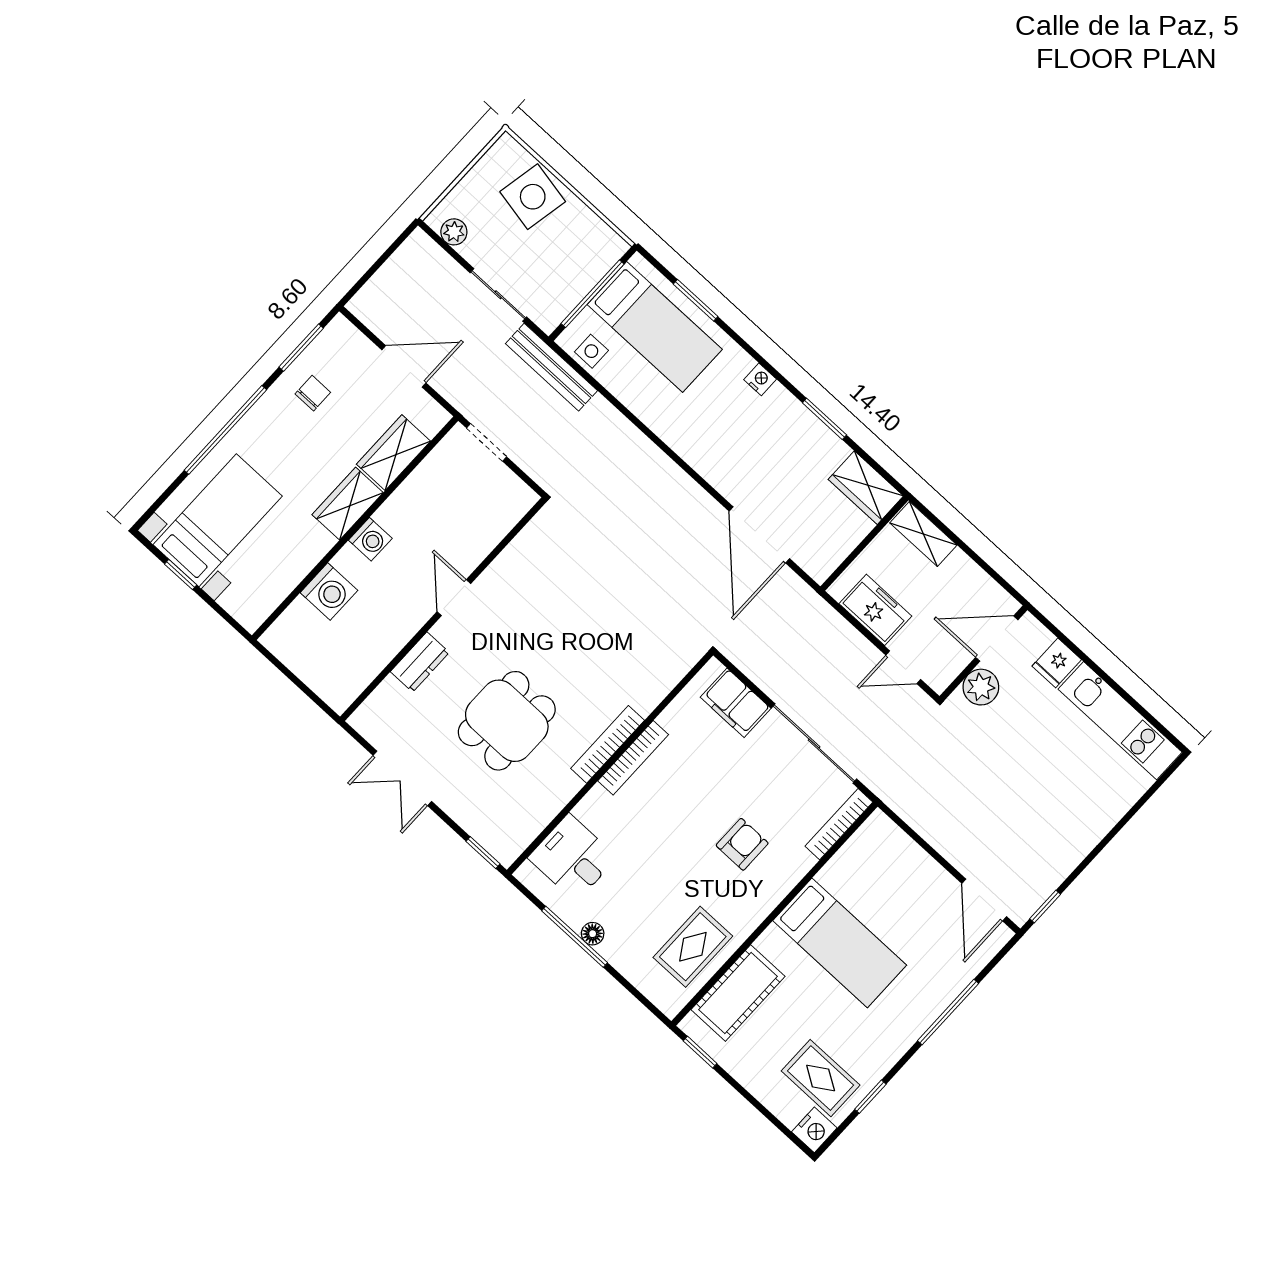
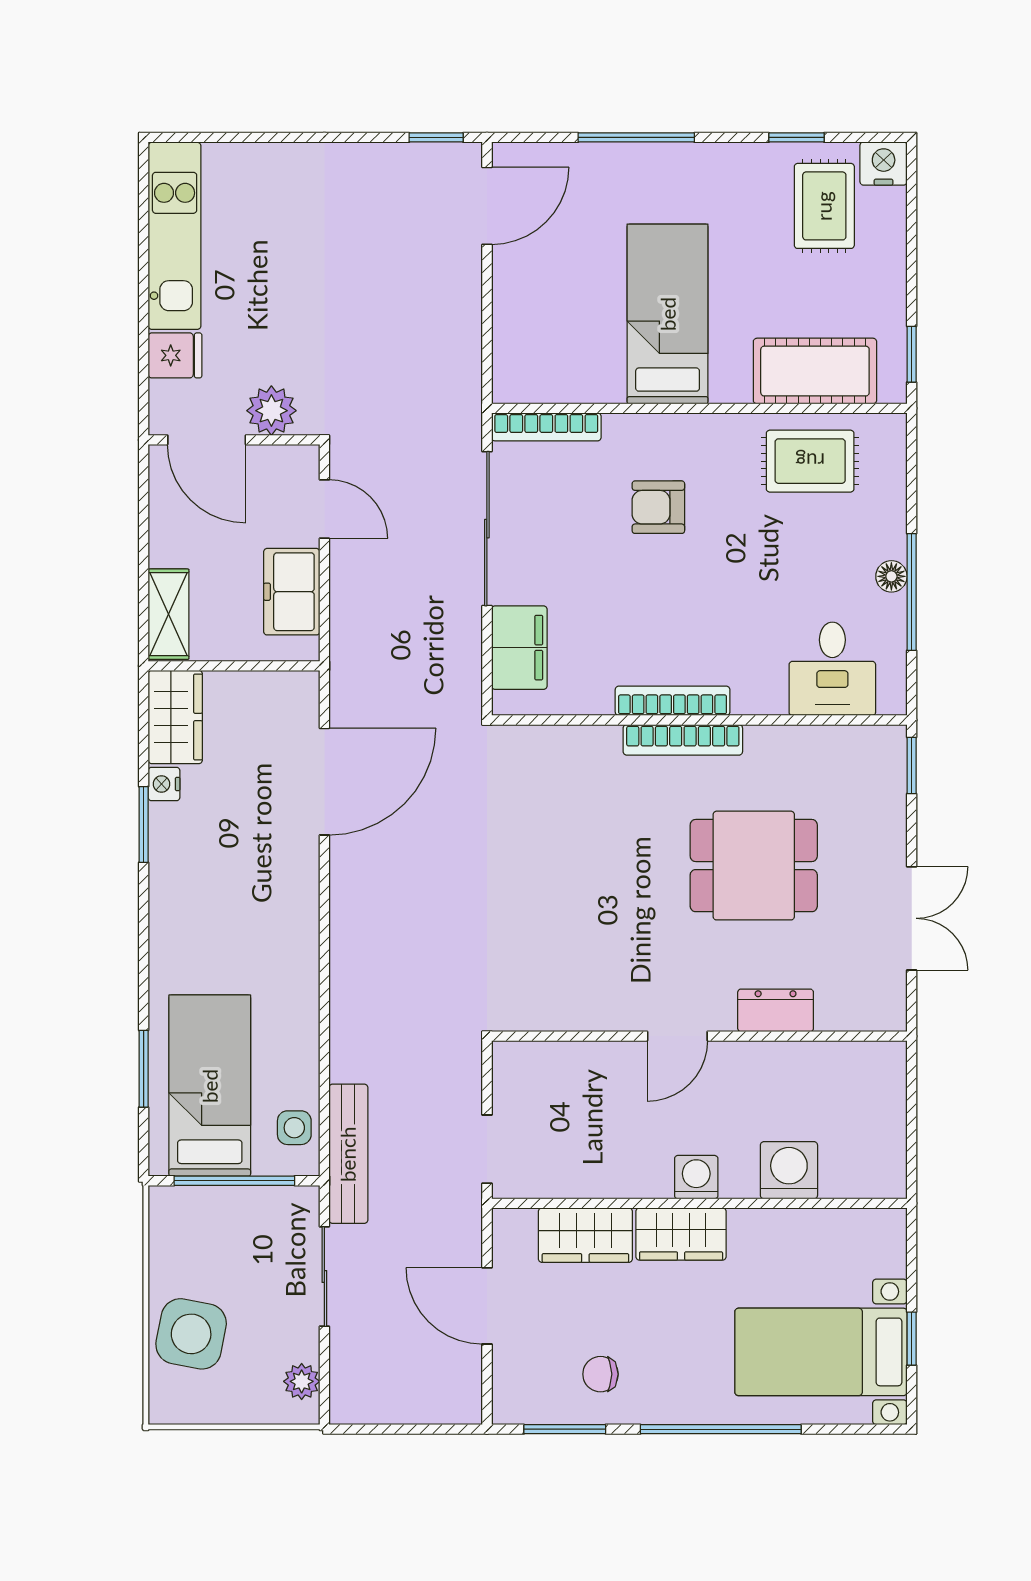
nightstand: (760, 379) -> (164, 784), moved

